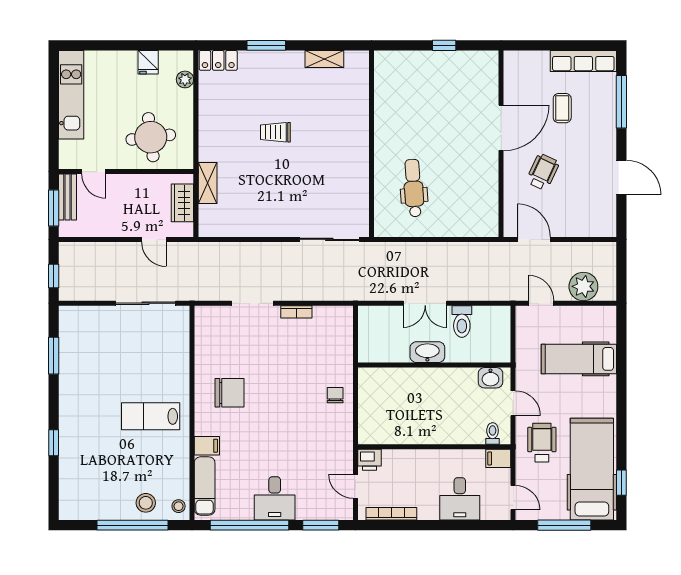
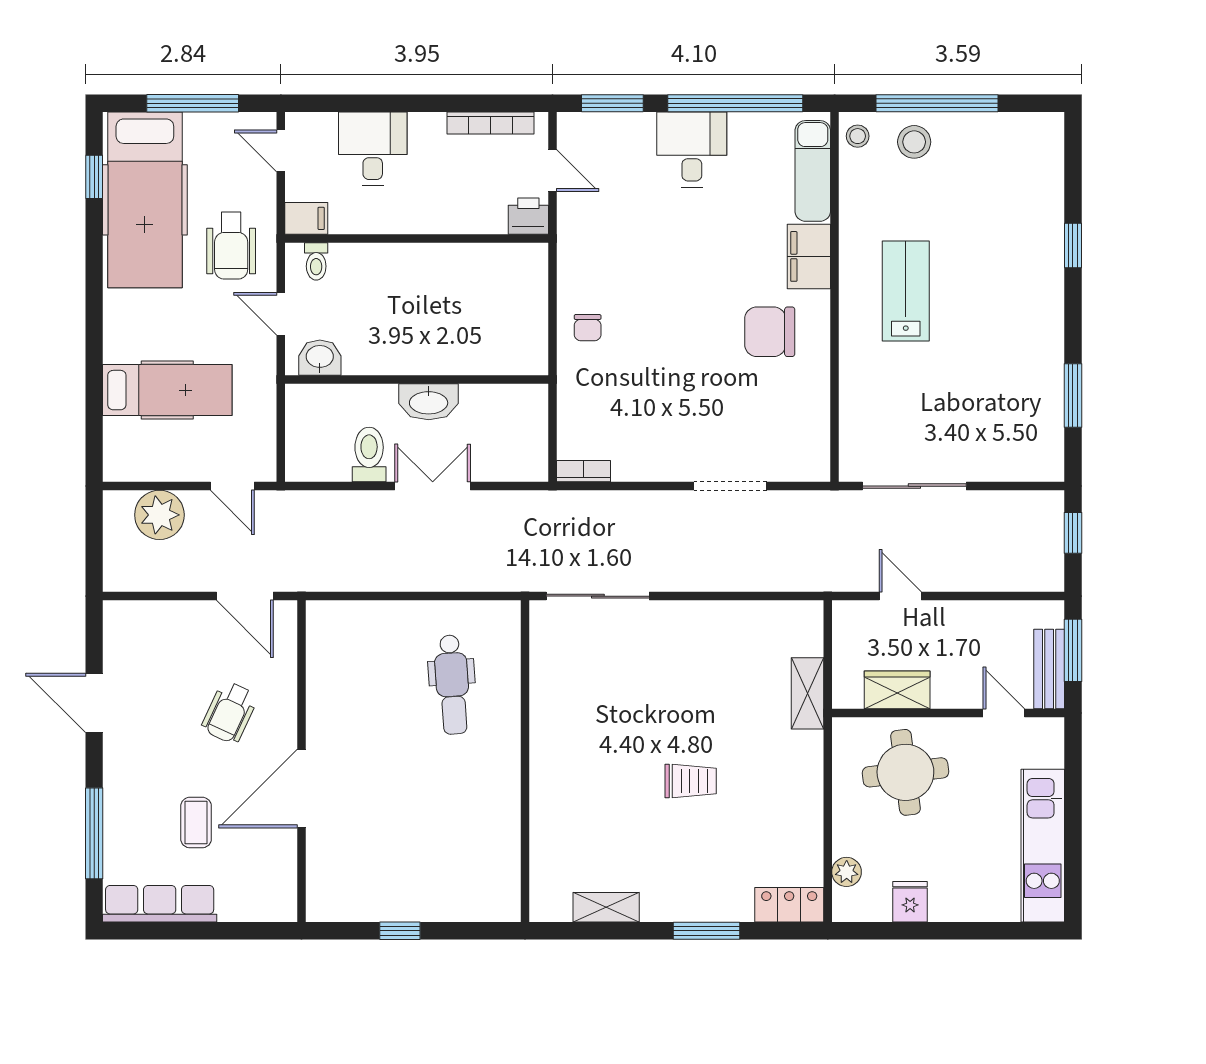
wardrobe: (182, 203) -> (897, 690), moved, turned -90
bookcase: (296, 312) -> (583, 471), moved
lab bench: (151, 416) -> (906, 291), turned -90
filing cabinet: (207, 446) -> (809, 256), width x2.00

